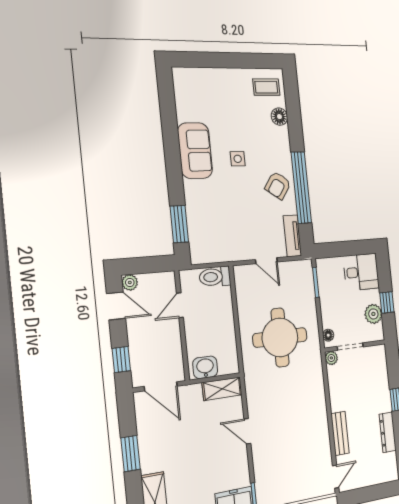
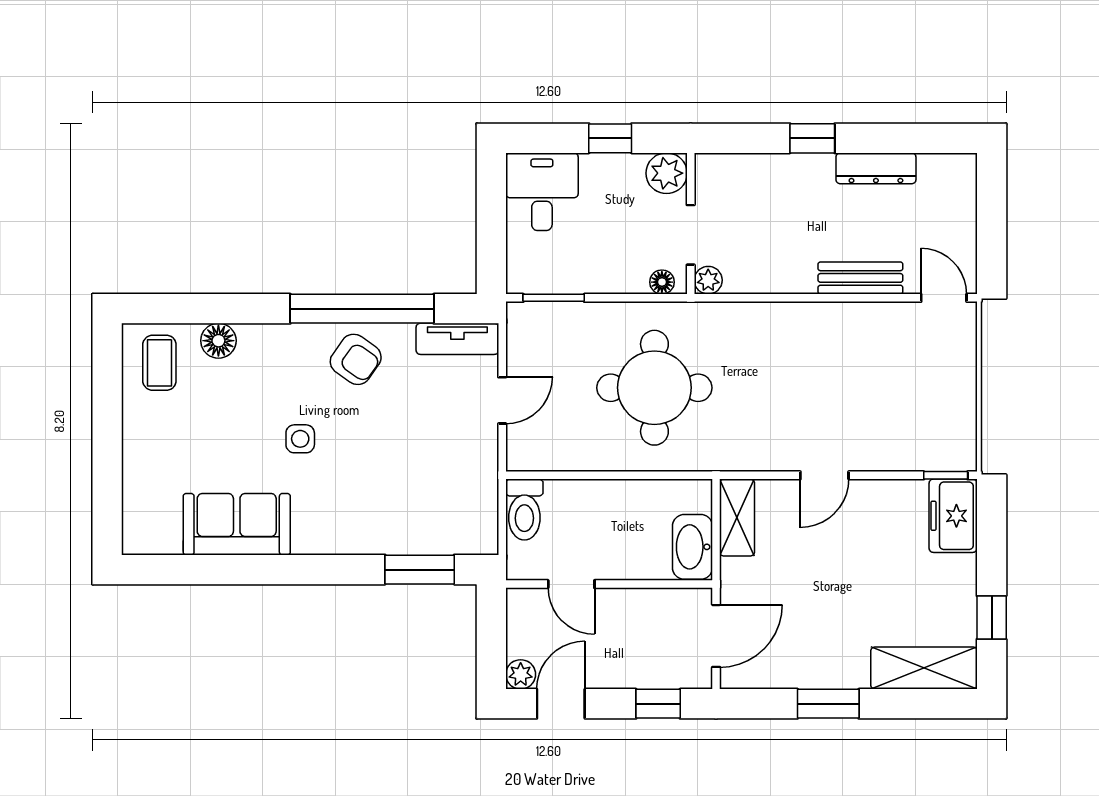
sofa: (195, 151) -> (237, 524), moved
plant: (373, 314) -> (667, 173), moved
washbasin: (205, 367) -> (692, 547), width x1.38

